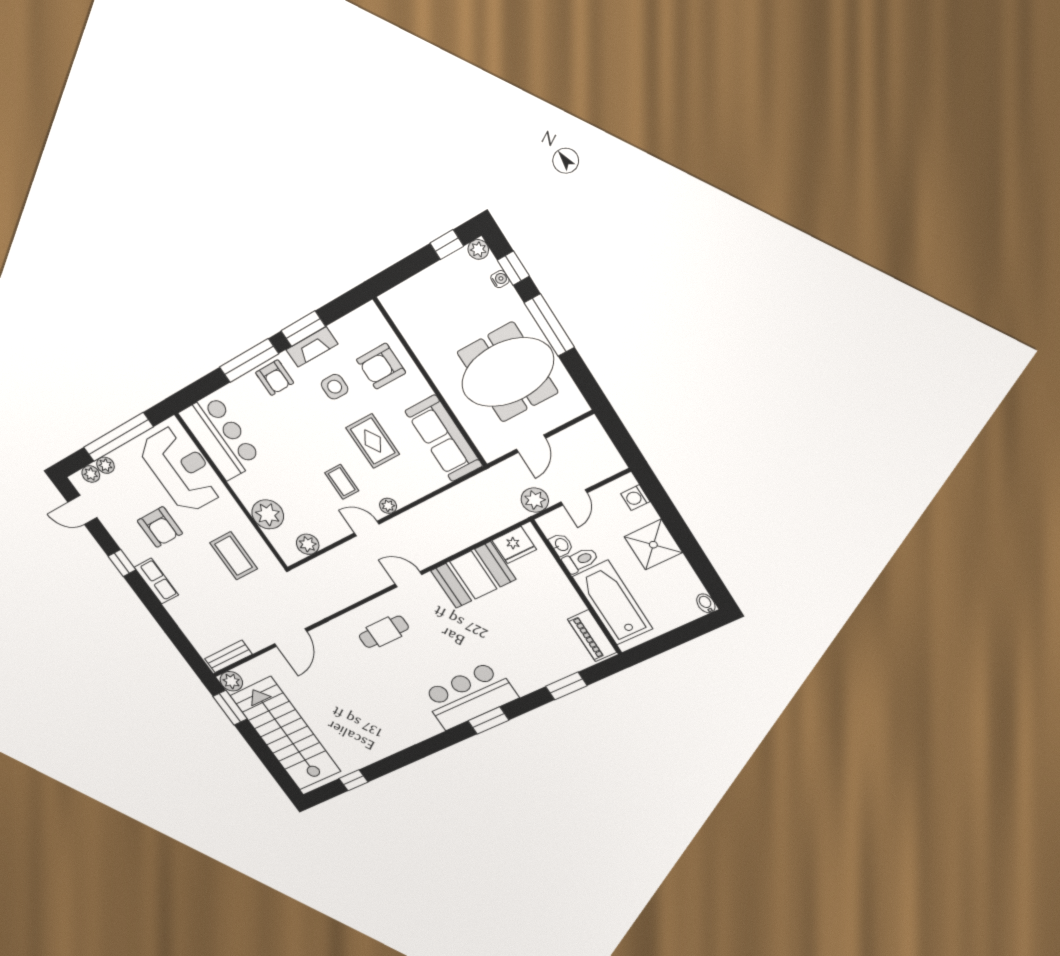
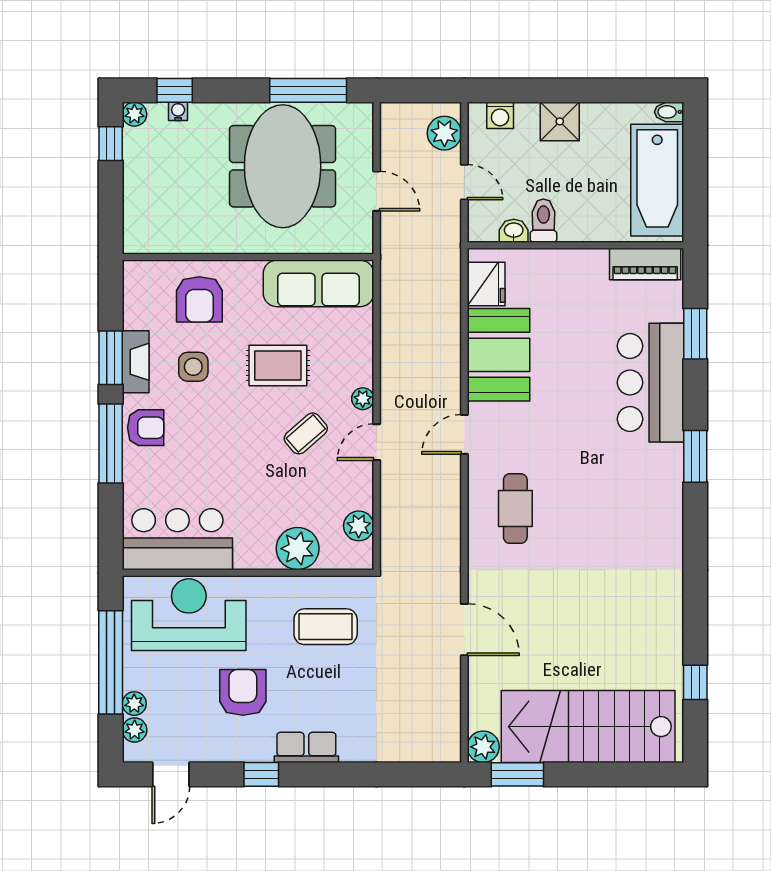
window: (549, 325) -> (308, 90), moved
coffee table: (342, 482) -> (306, 433), turned -41
plant: (535, 500) -> (444, 133), moved
armchair: (160, 527) -> (243, 692), turned -90
shower: (653, 545) -> (560, 121), width x0.73, depth x0.73
bathtub: (612, 603) -> (657, 180), moved, turned -90
bench: (228, 656) -> (449, 727), removed
bar counter: (469, 696) -> (651, 383), moved

